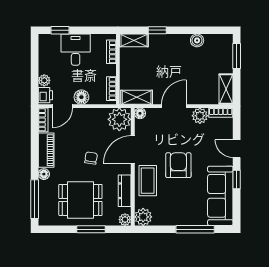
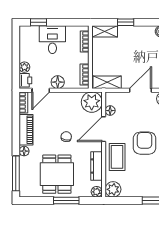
floor lamp: (140, 113) -> (110, 111), moved
dining table: (80, 200) -> (57, 174), turned 90

